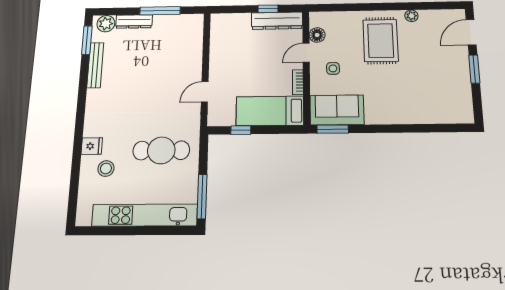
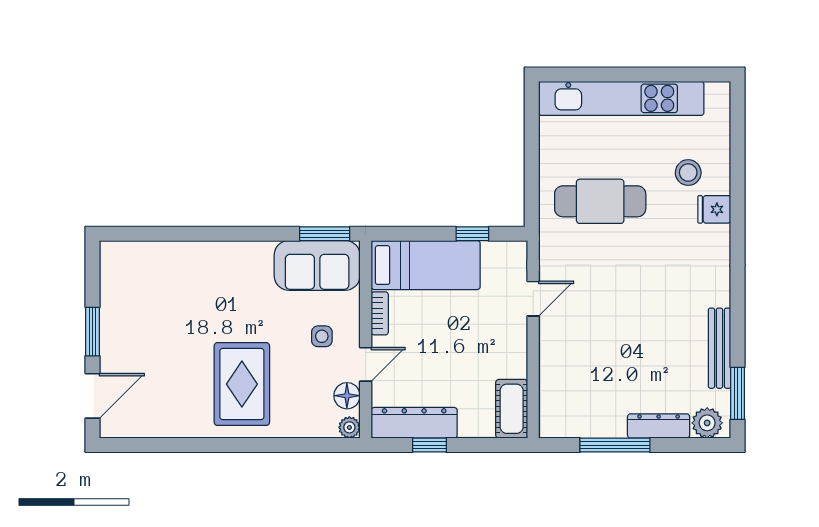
plant: (411, 16) -> (349, 427), moved
cot: (219, 29) -> (512, 409), added
window: (202, 197) -> (532, 127), removed

